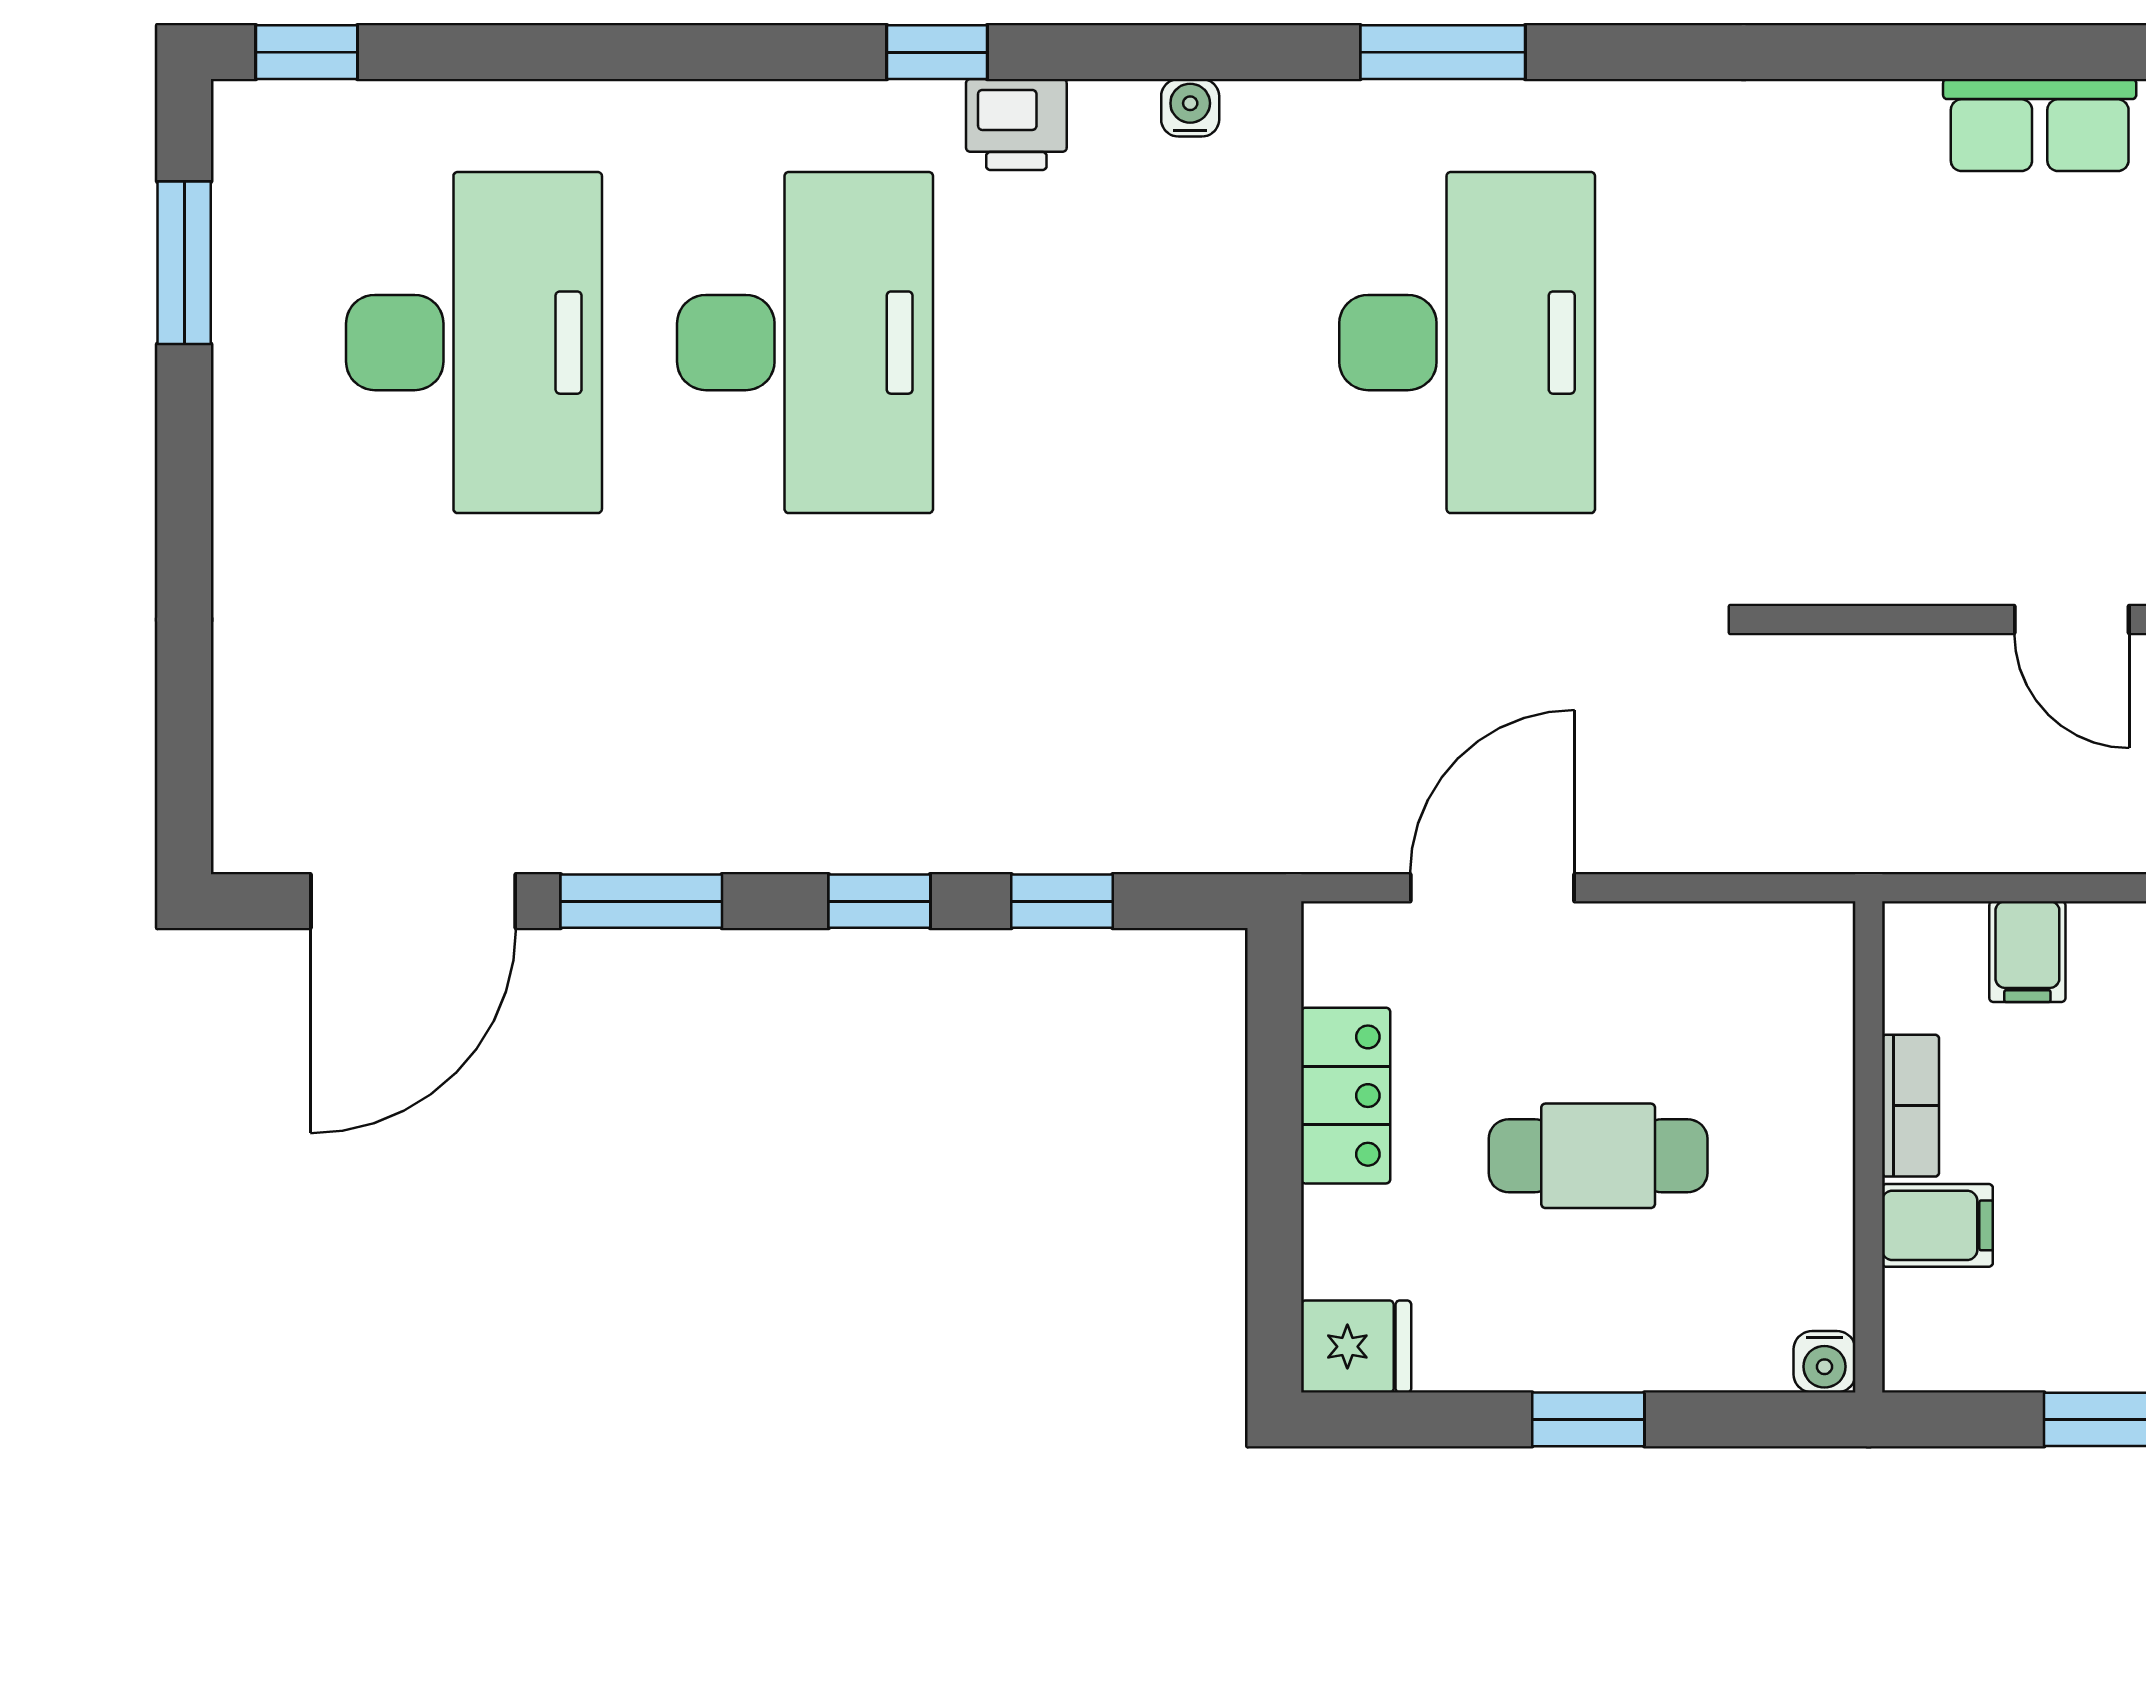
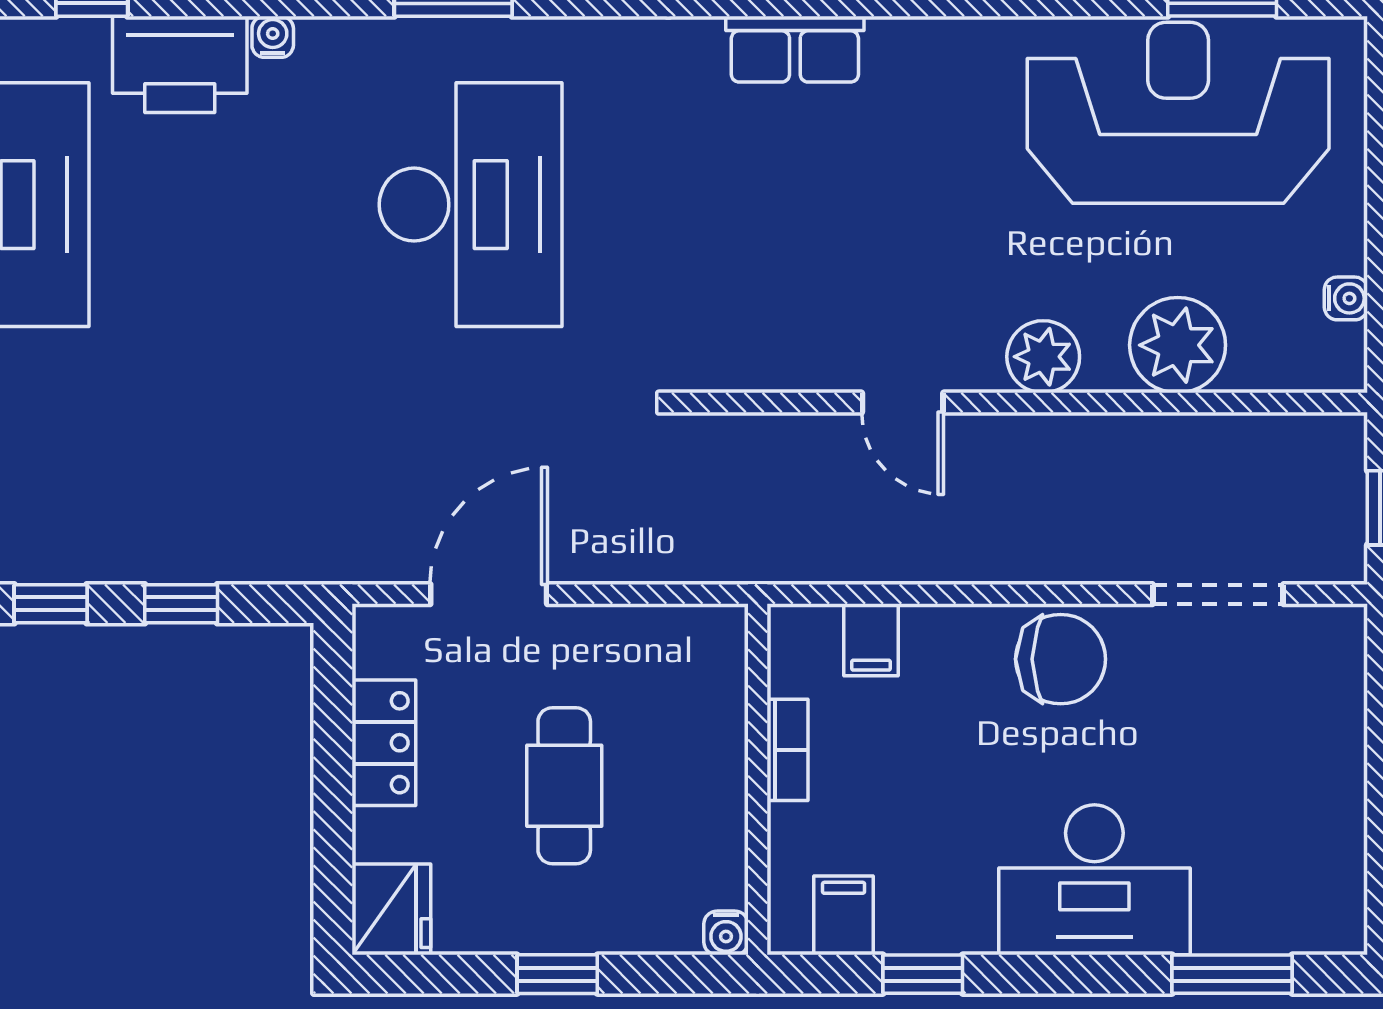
printer: (1016, 125) -> (180, 64), width x1.87, depth x1.48
row of seats: (2040, 125) -> (795, 49), moved
cafe table: (1598, 1156) -> (564, 786), turned 90
filing cabinet: (1937, 1225) -> (844, 915), moved, turned -90
fridge: (1356, 1347) -> (391, 909), width x1.38

